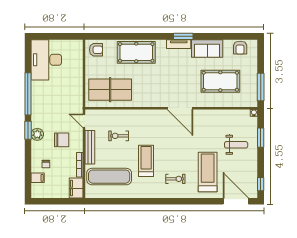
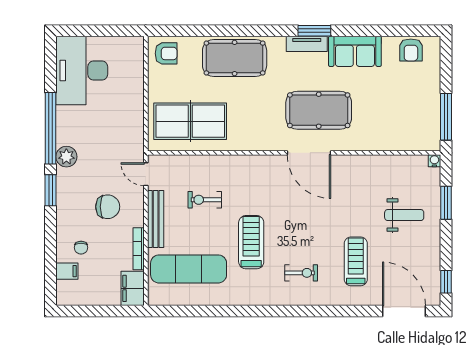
pool table: (220, 81) -> (319, 110), moved
plant: (37, 134) -> (66, 157), moved
treadmill: (208, 172) -> (356, 261), width x0.73, depth x0.73

